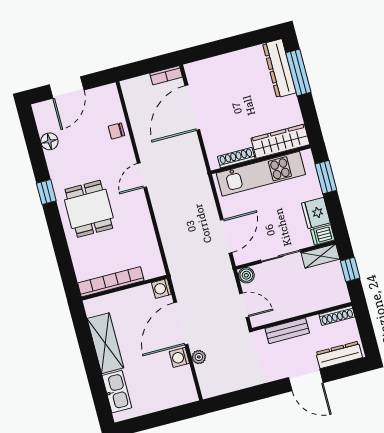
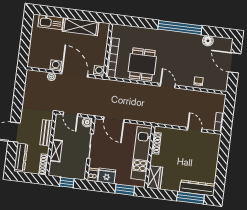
door: (192, 108) -> (195, 130), width x0.53
wardrobe: (280, 141) -> (155, 178), width x0.67
window: (46, 192) -> (180, 27), width x3.17
dining table: (89, 209) -> (142, 64), moved, turned 90
shelving: (320, 256) -> (56, 151), moved
bookcase: (111, 282) -> (112, 58), moved
door: (244, 305) -> (71, 114), hinge flipped

